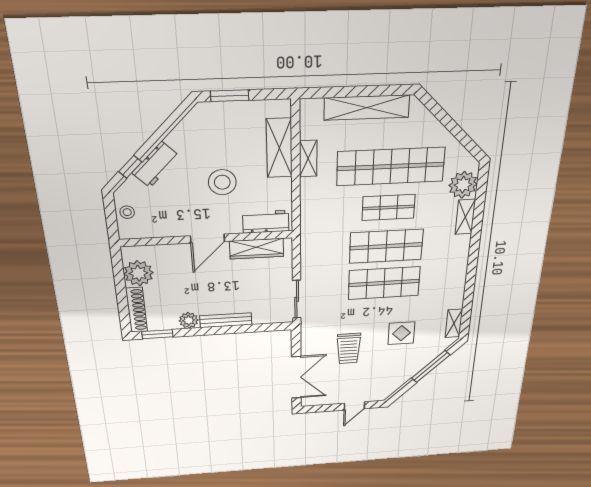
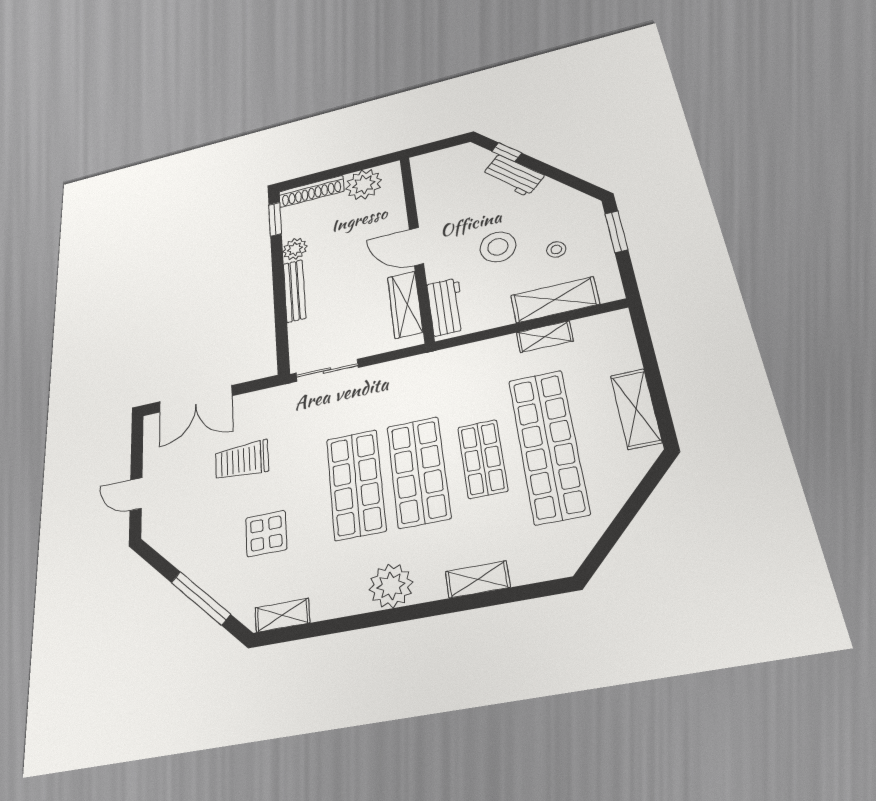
shelving: (367, 108) -> (636, 409), width x0.68
plant: (463, 185) -> (391, 586), moved
stool: (127, 212) -> (556, 249), moved

